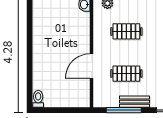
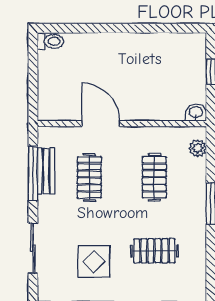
bench: (134, 102) -> (46, 171), moved

